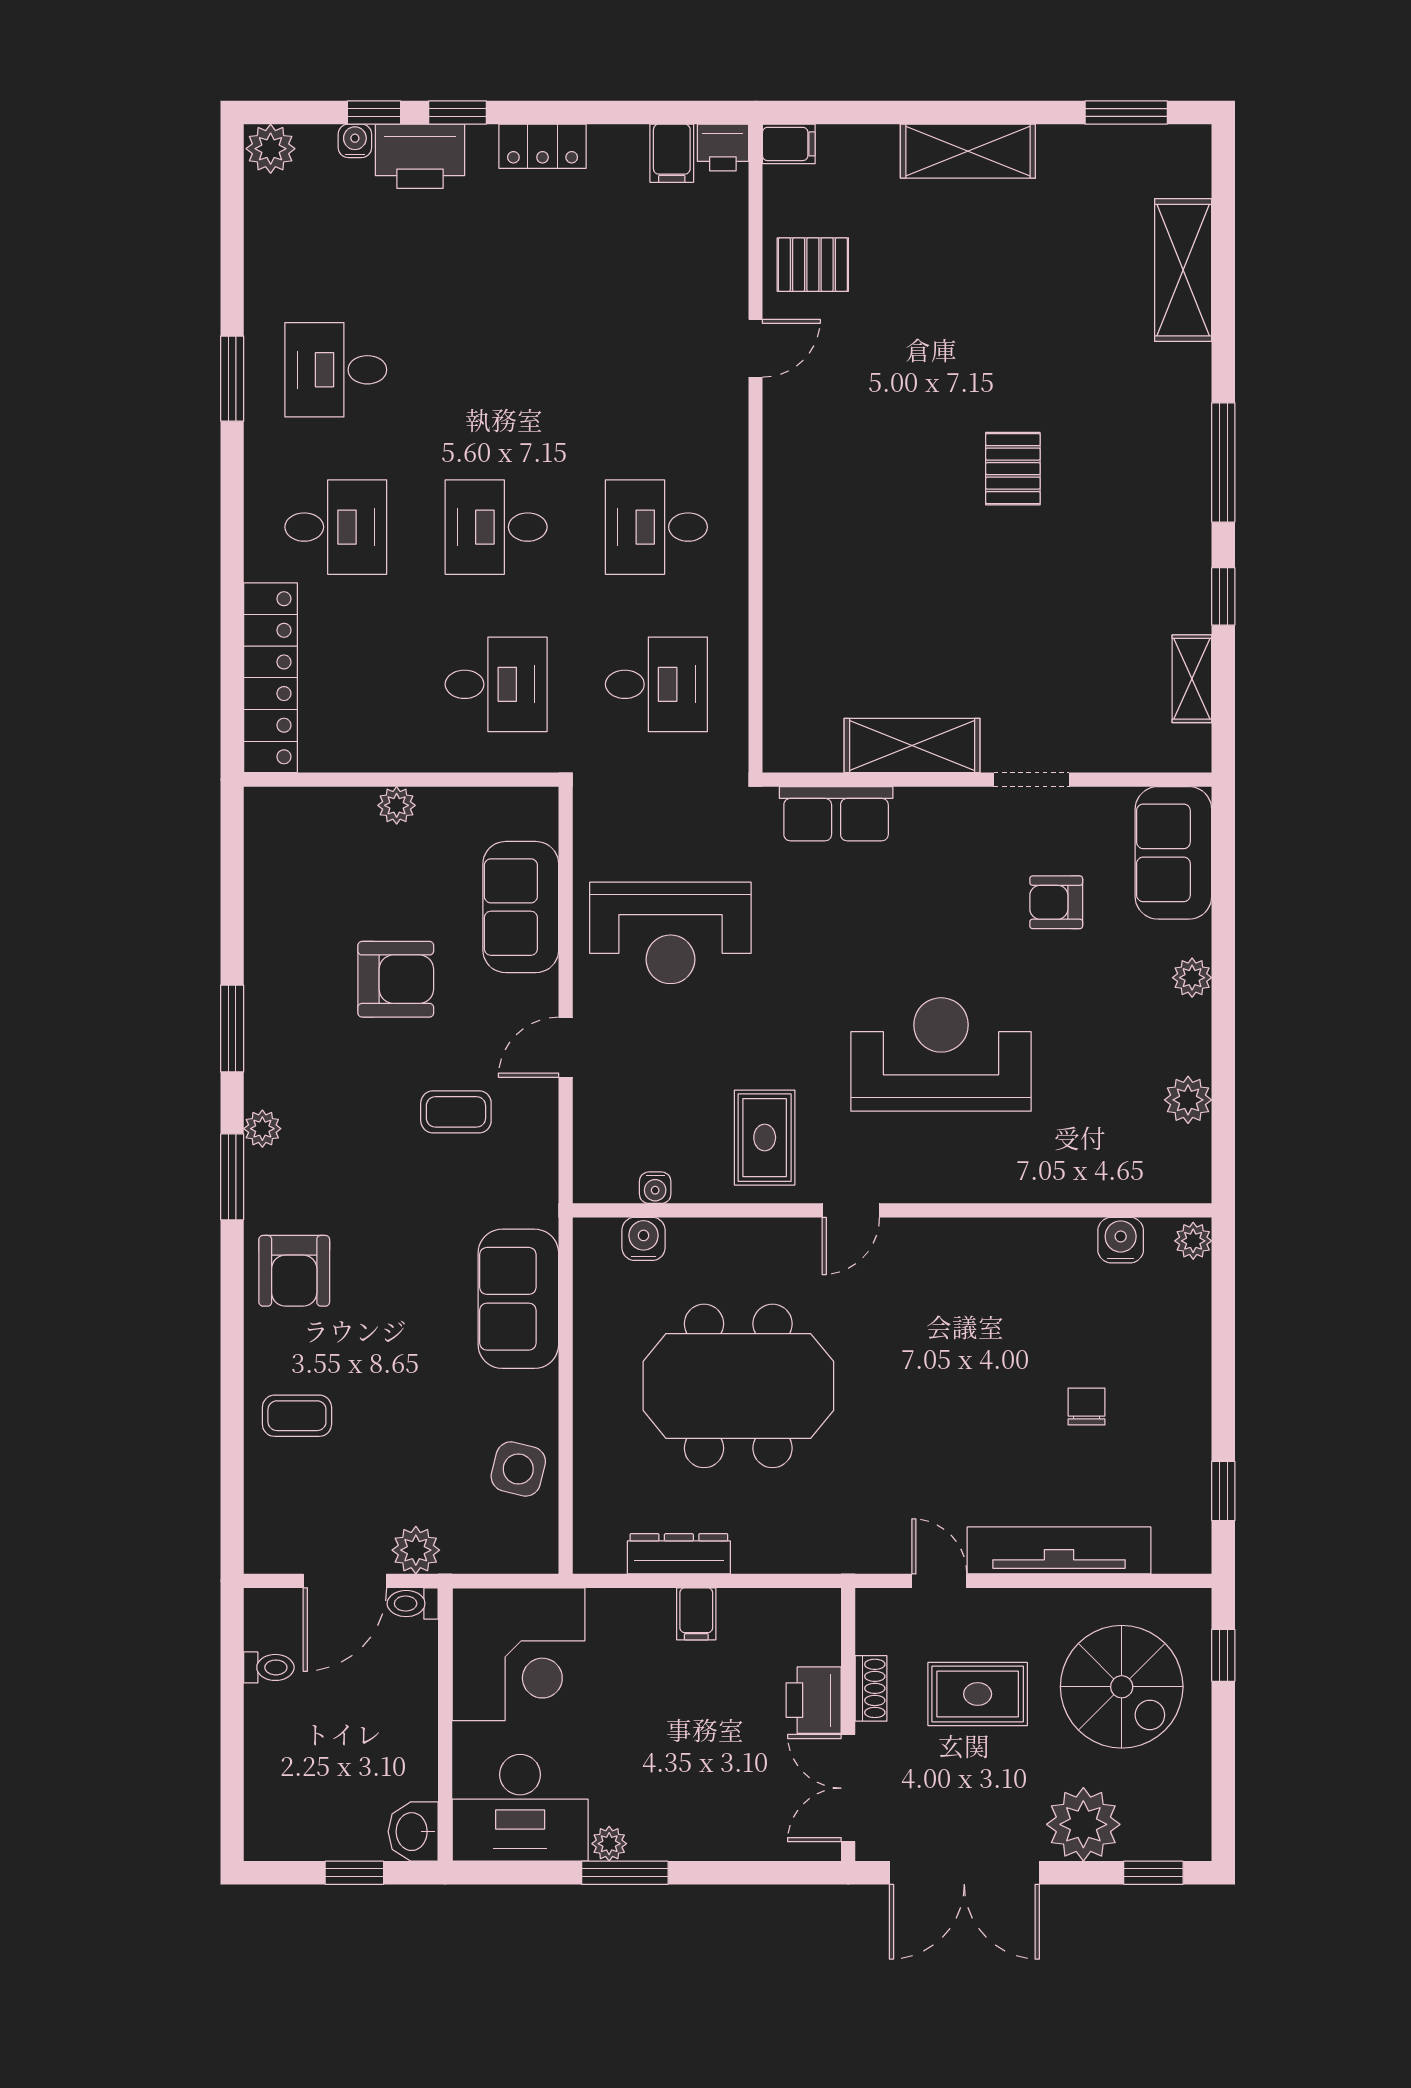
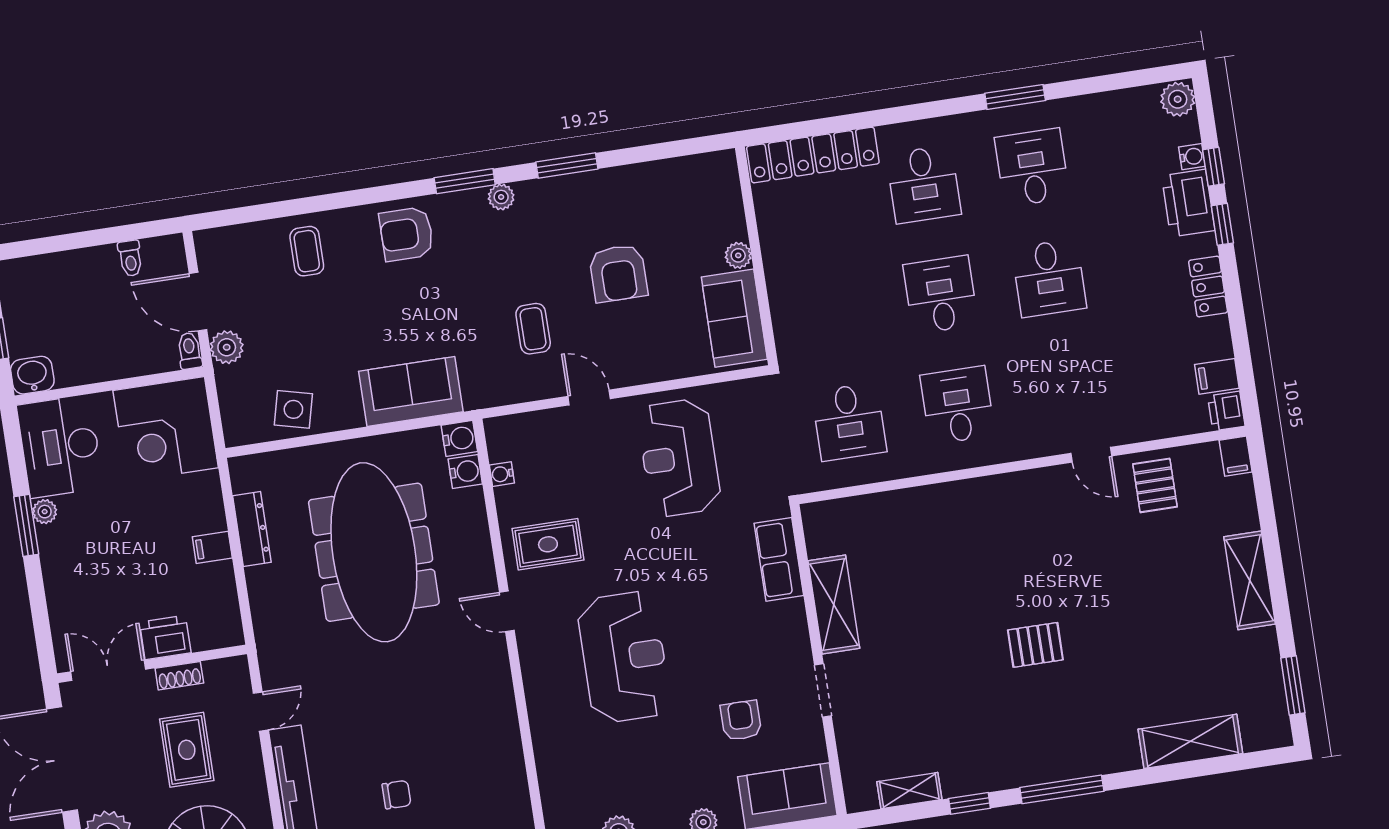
desk: (496, 684) -> (1049, 278), moved
sofa: (521, 907) -> (734, 318), moved, turned -90
water cooler: (1121, 1240) -> (459, 438), moved
meeting table: (738, 1386) -> (374, 552), width x1.36

